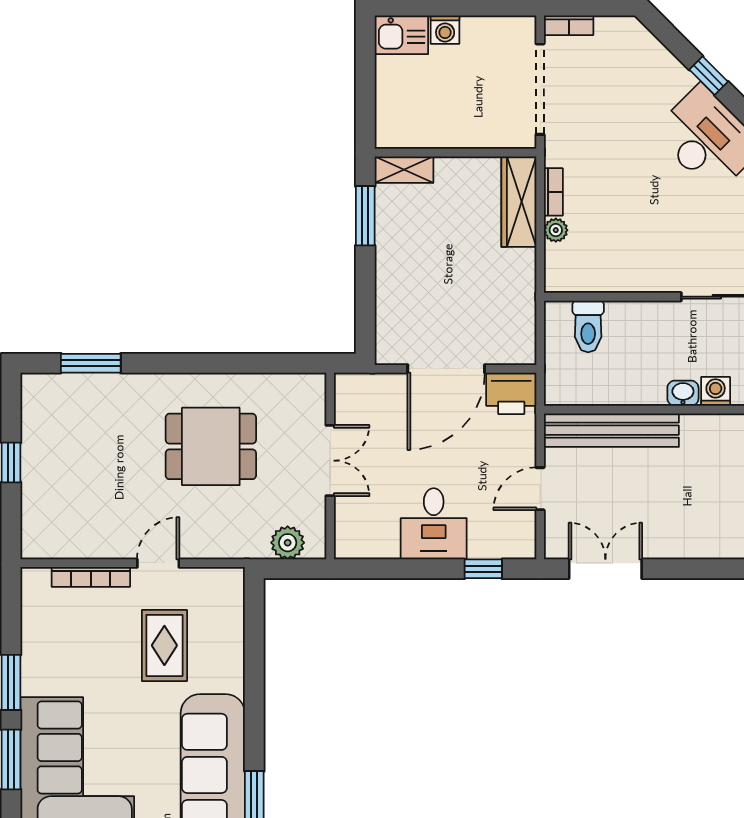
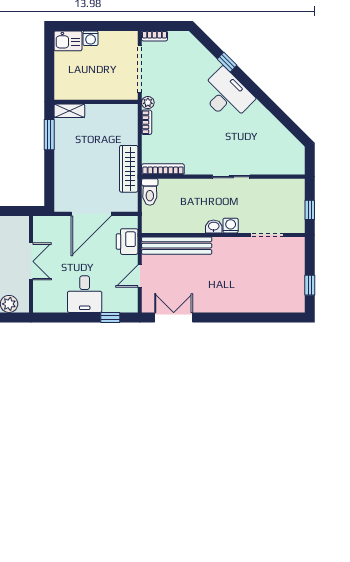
wardrobe: (519, 202) -> (129, 169), moved
plant: (556, 230) -> (148, 103), moved
bookcase: (585, 282) -> (163, 169), added
toilet: (588, 326) -> (150, 192), moved
printer: (511, 393) -> (127, 242), moved, turned 90

